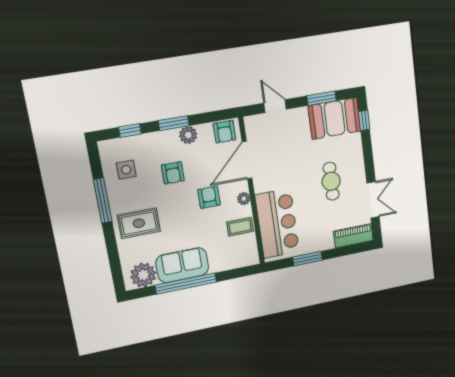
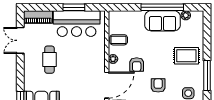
bar counter: (277, 223) -> (77, 24), moved, turned -90
plant: (143, 275) -> (186, 15), width x0.53, depth x0.53

